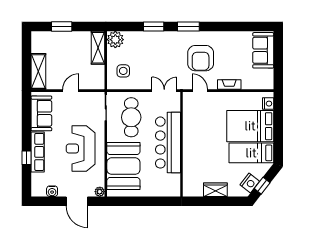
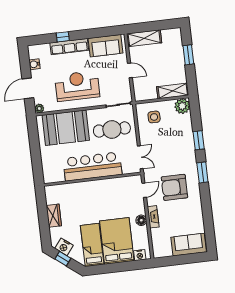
floor lamp: (231, 97) -> (141, 220), added

